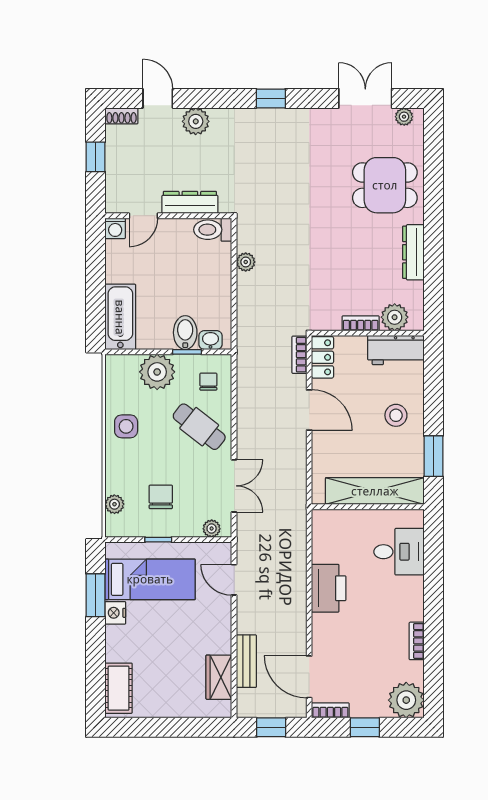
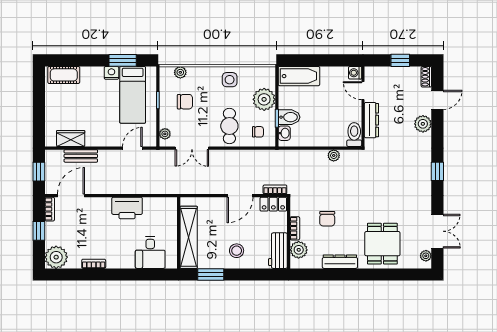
chair: (346, 272) -> (327, 219), added
cafe table: (199, 427) -> (229, 126), turned -38

